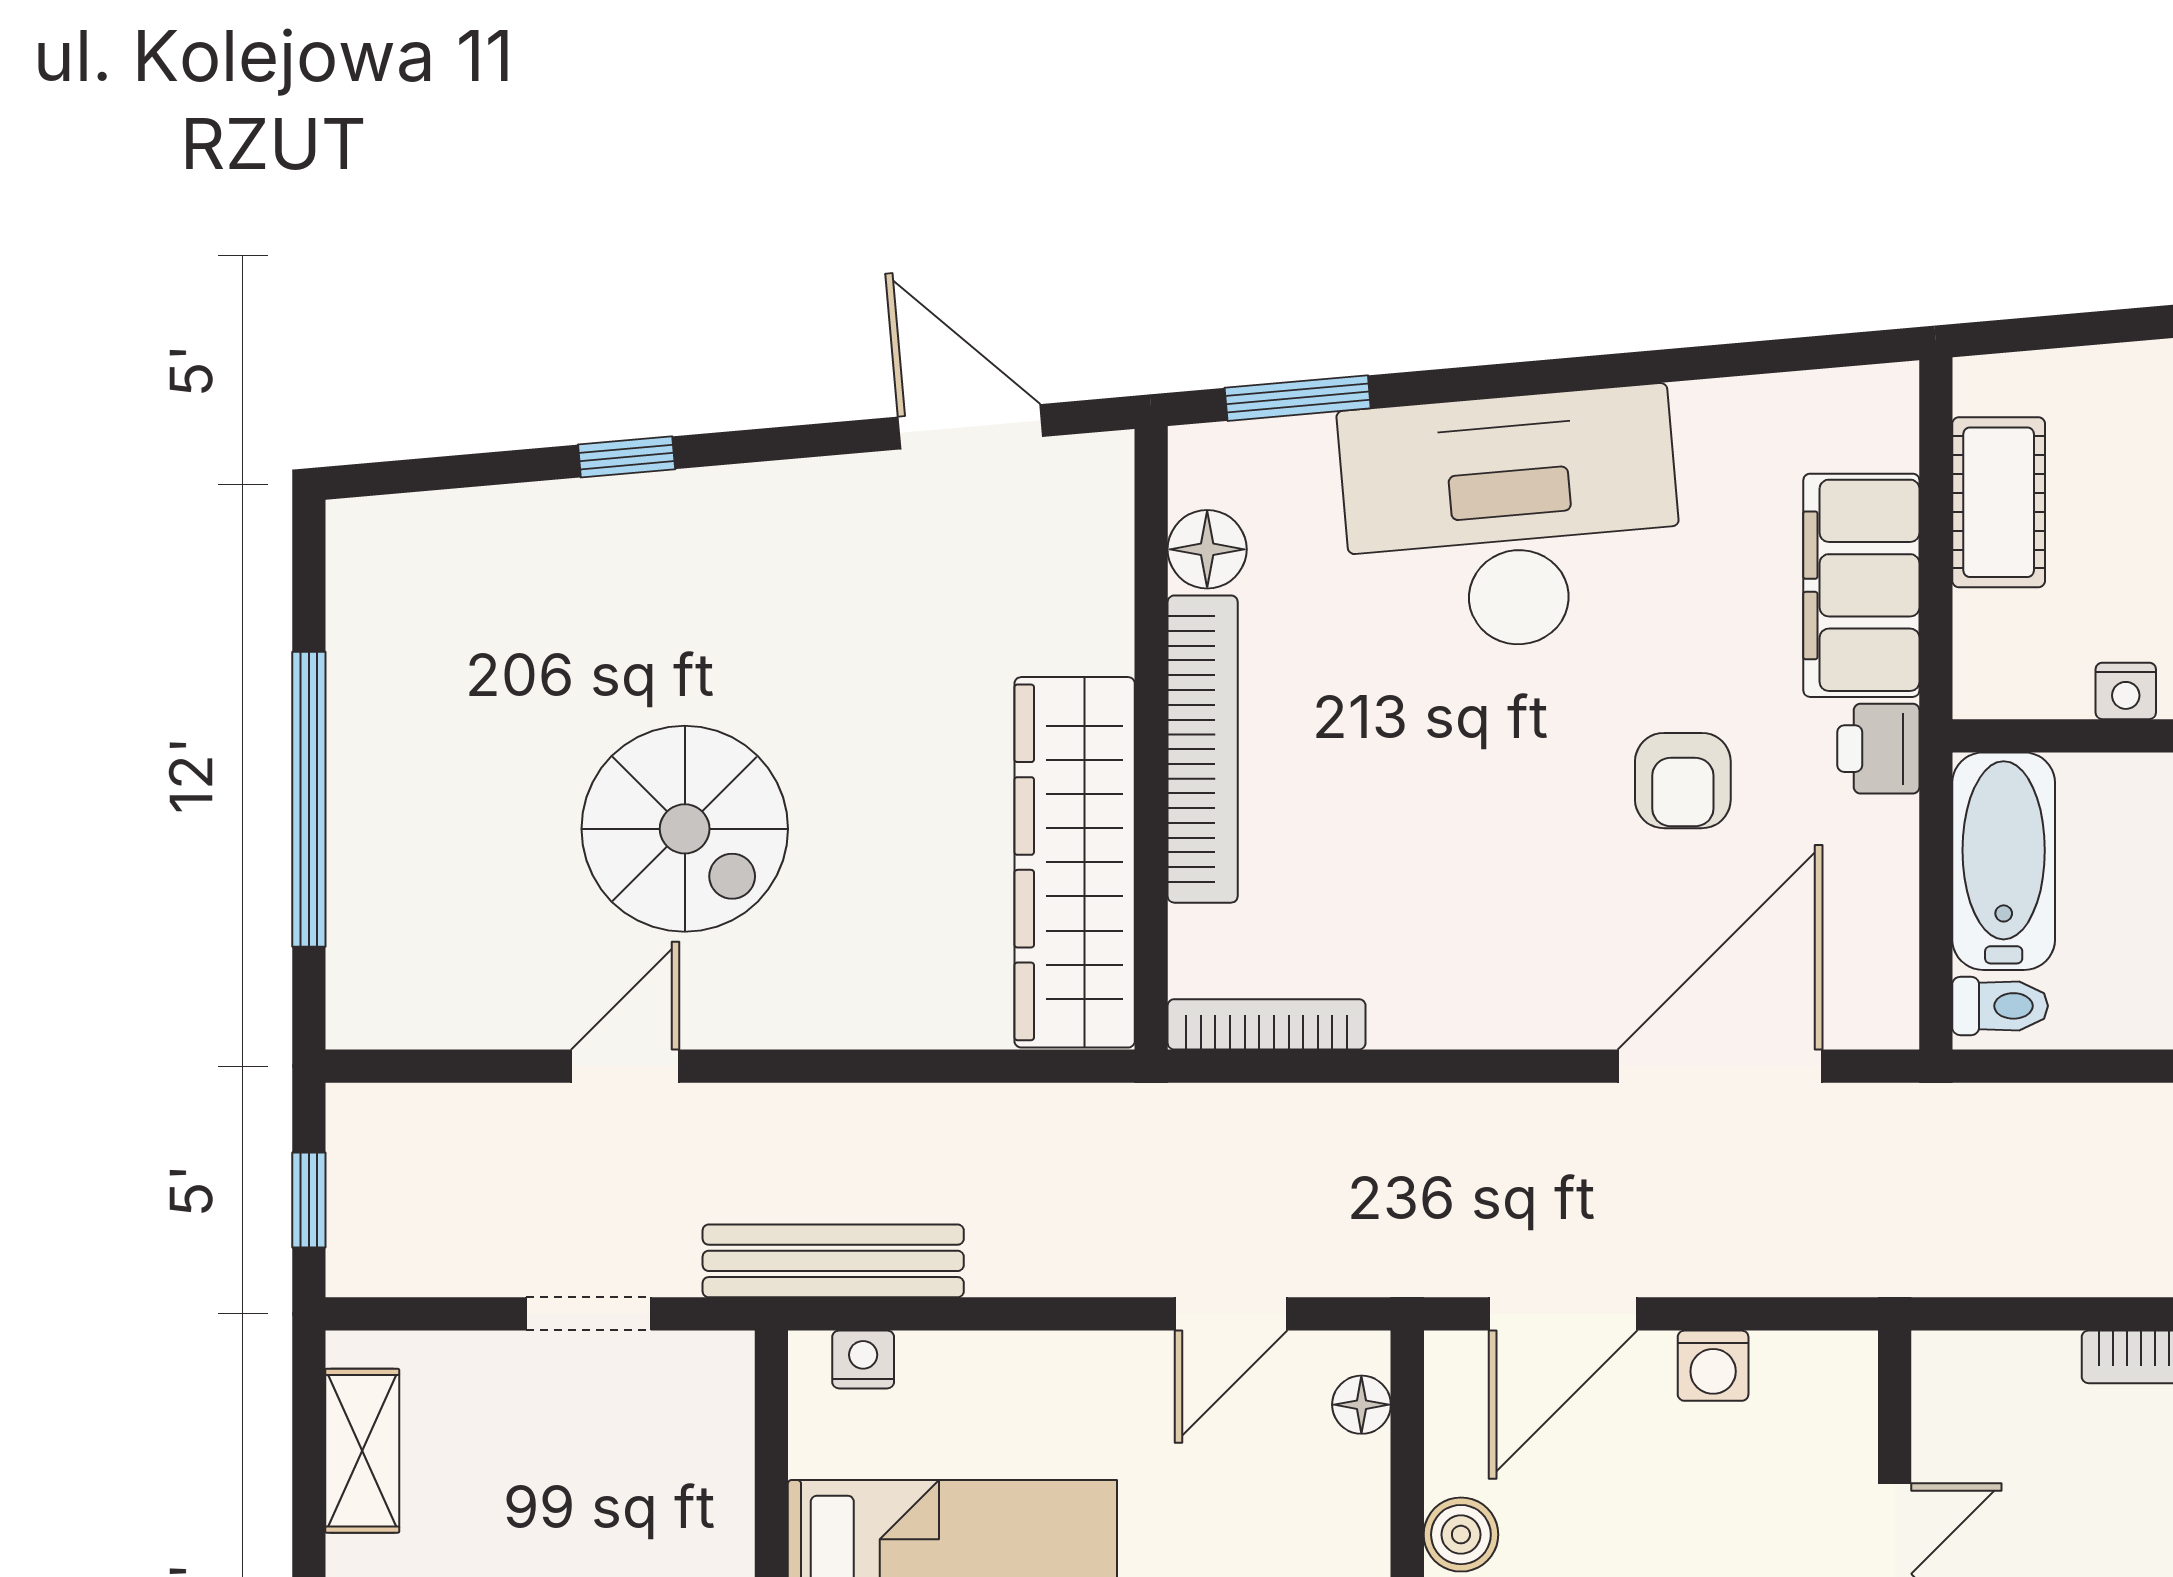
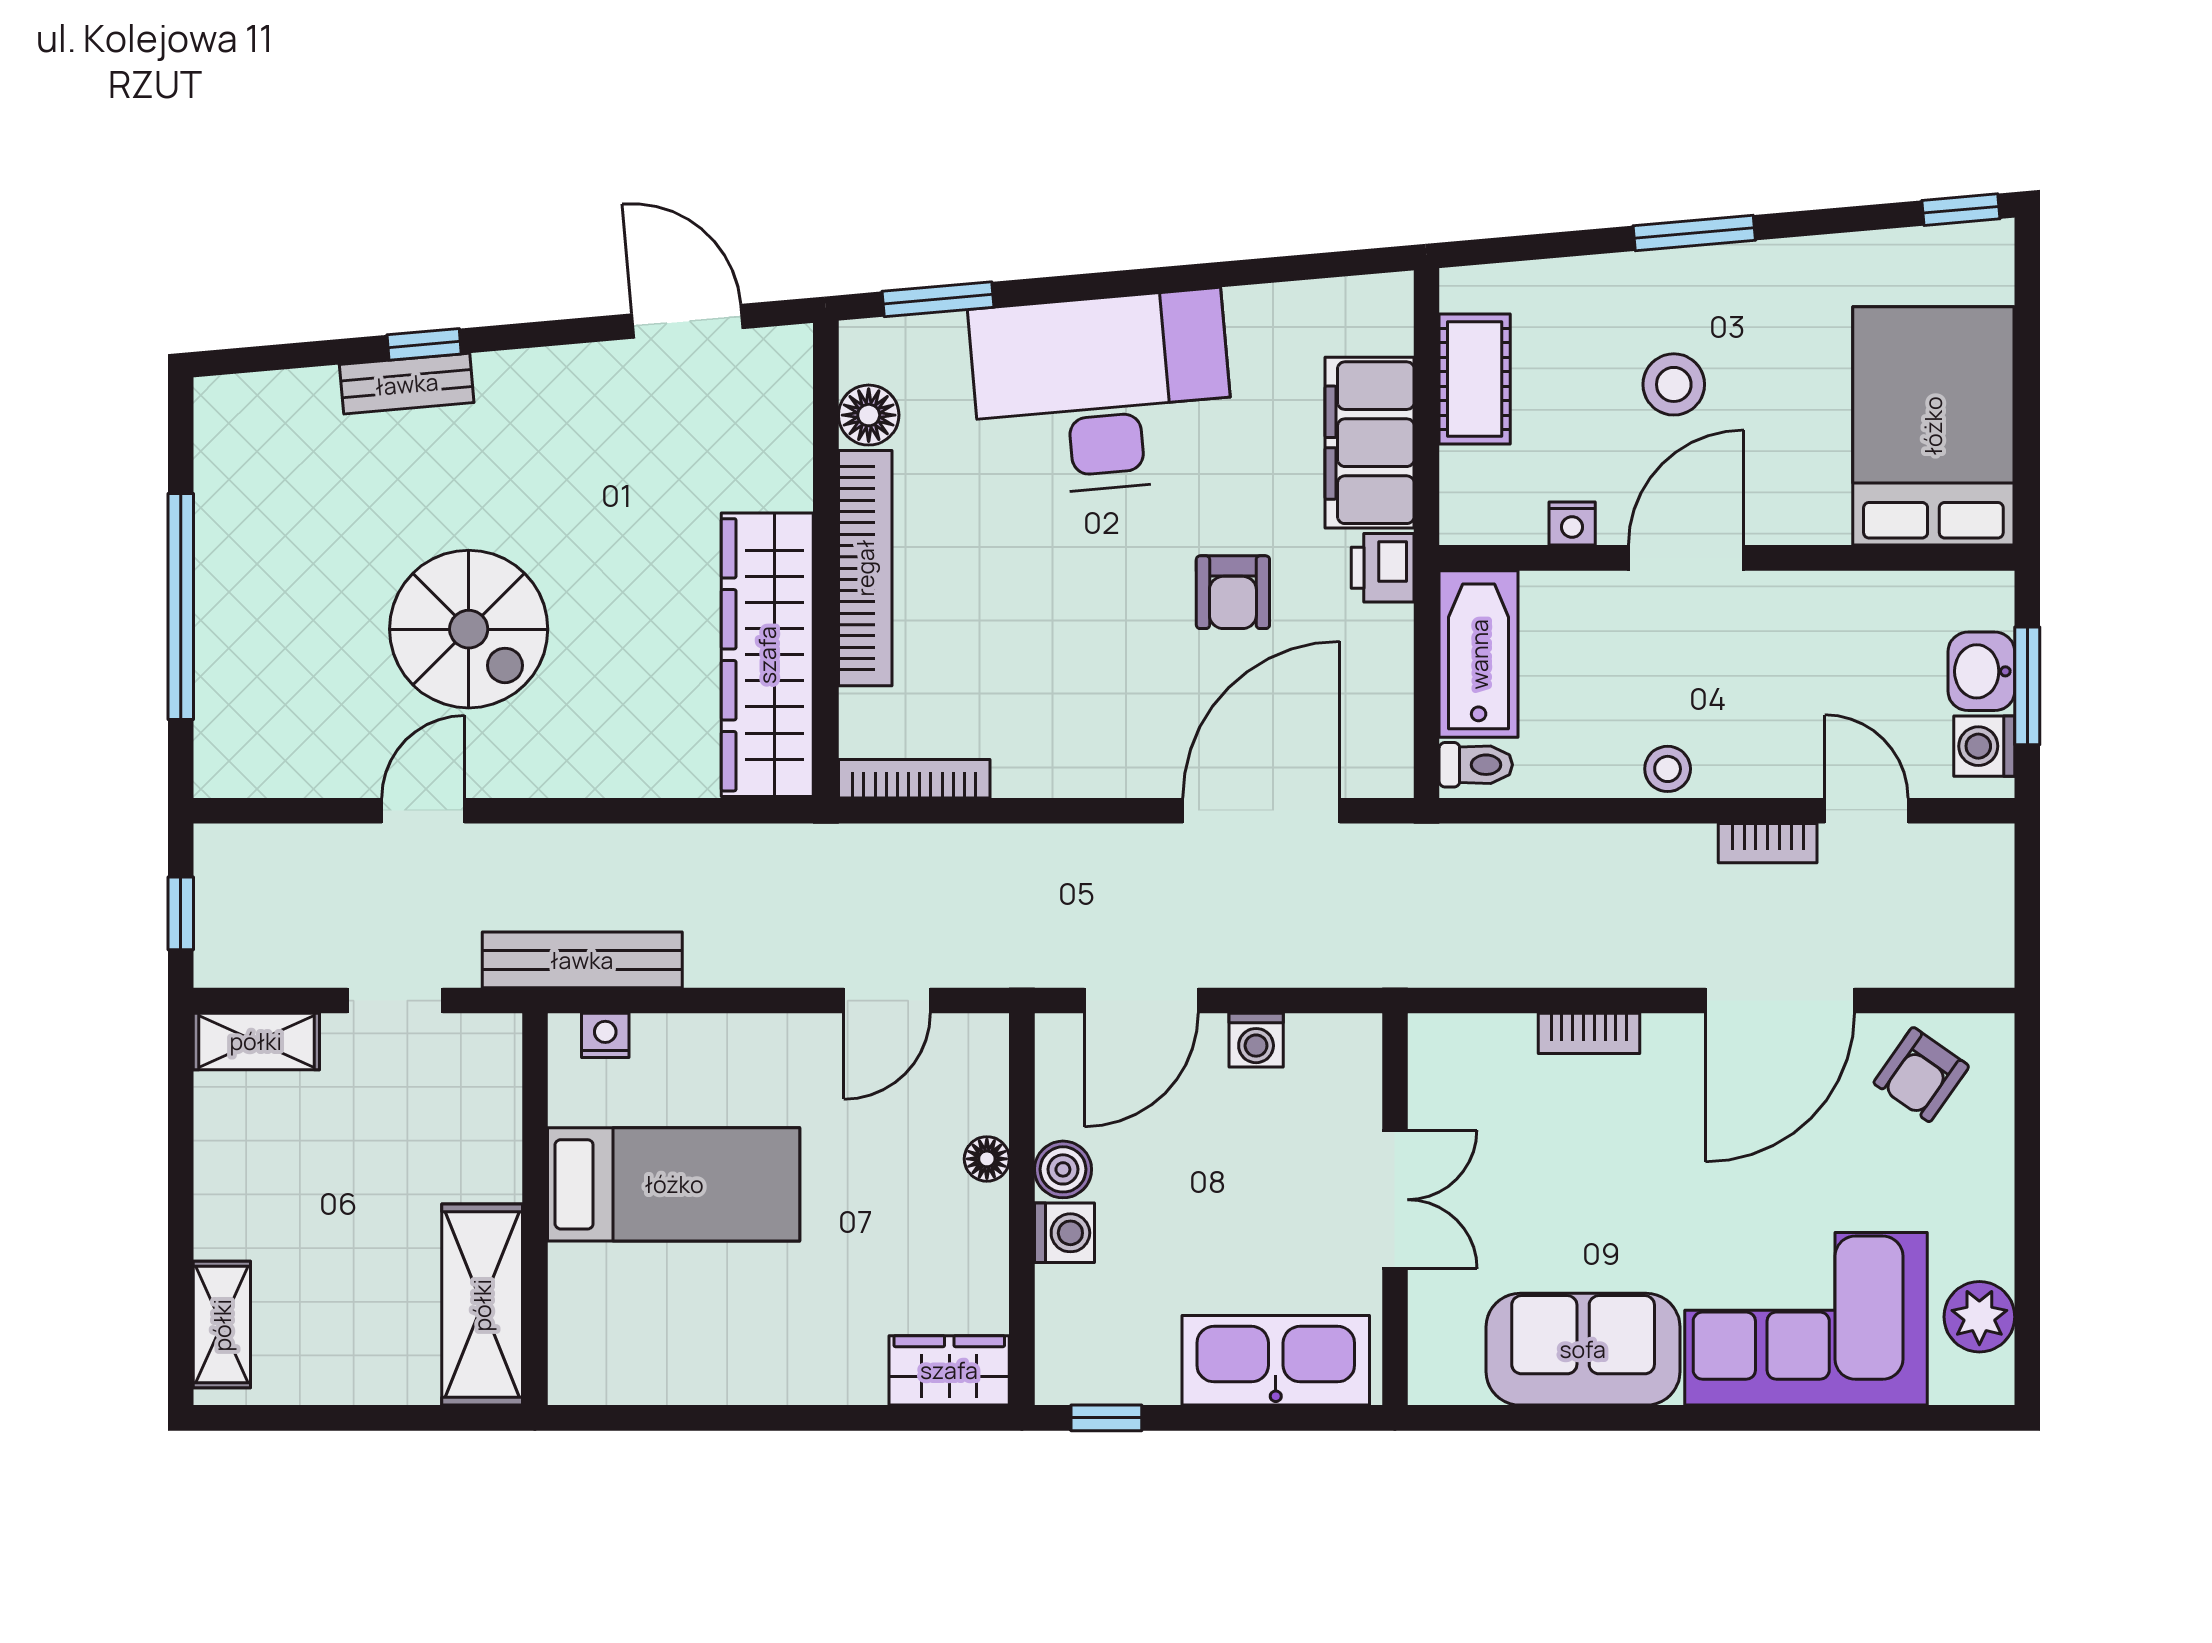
bench: (604, 508) -> (407, 384), added
floor lamp: (1361, 1405) -> (987, 1159), moved
shelving: (362, 1451) -> (256, 1041), moved, turned 90

